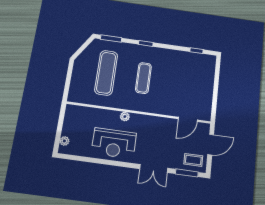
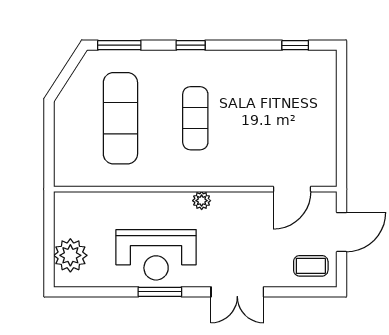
plant: (125, 116) -> (202, 201), moved
plant: (64, 141) -> (70, 255), width x1.88, depth x1.88
window: (187, 173) -> (160, 292), moved

